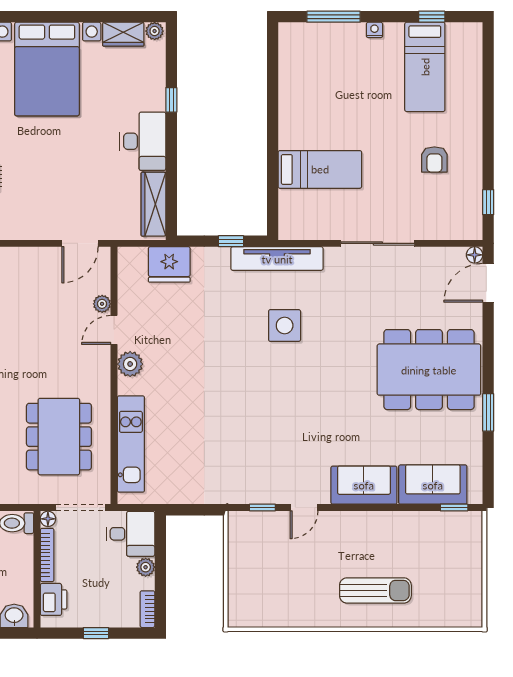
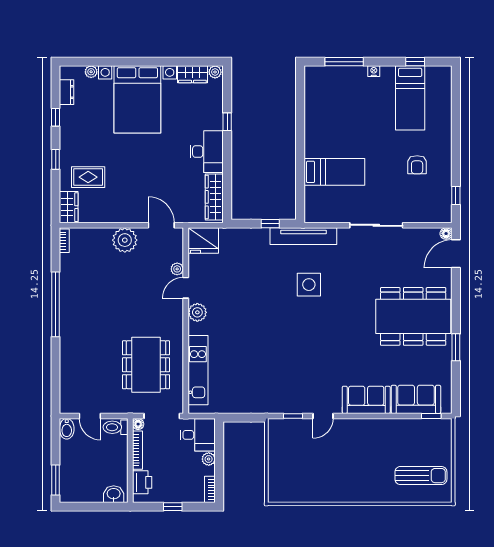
door: (80, 243) -> (161, 225), swing flipped
plant: (29, 264) -> (125, 240), added
fridge: (169, 264) -> (203, 240), moved
sun lounger: (375, 590) -> (421, 476), moved

